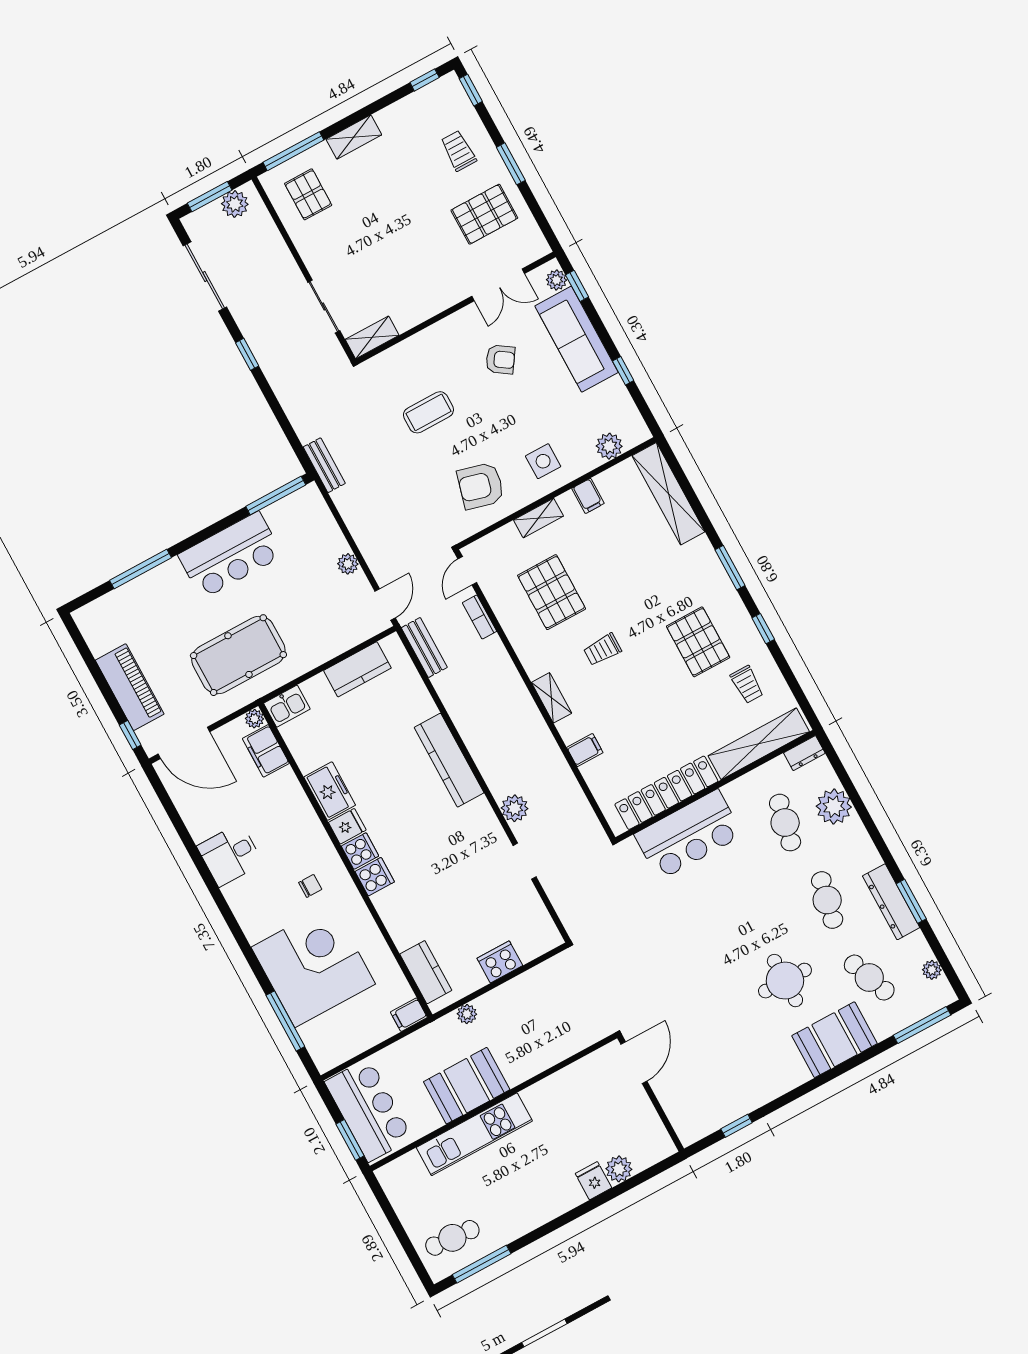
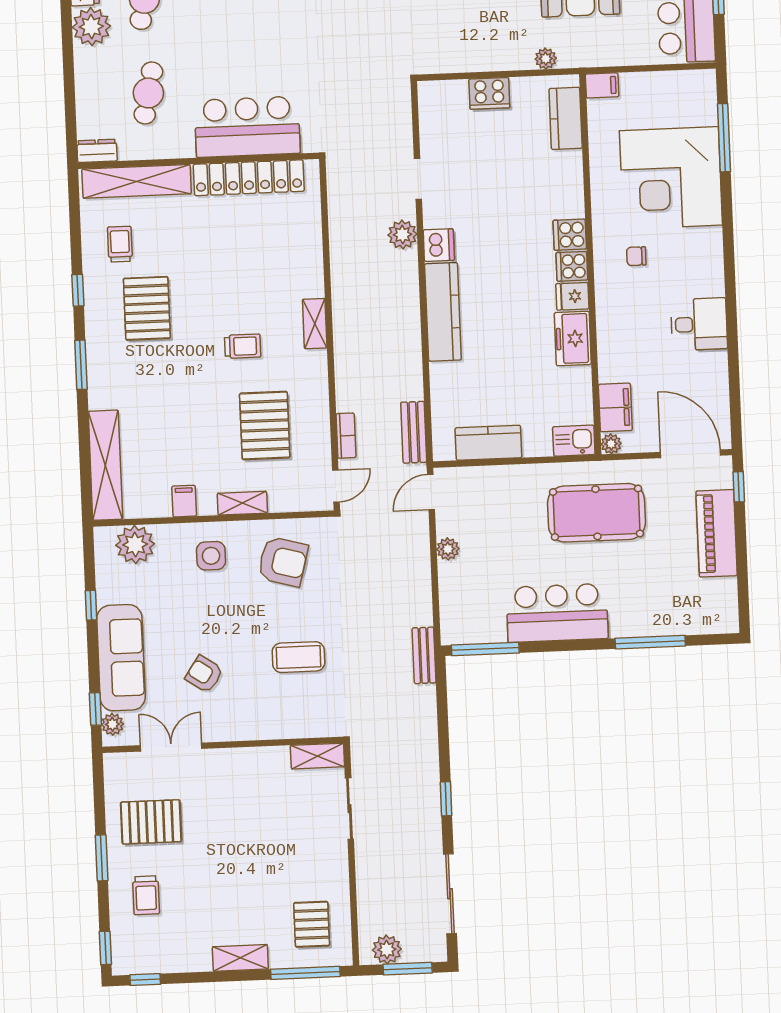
plant: (609, 446) -> (135, 545), width x1.36, depth x1.36
filing cabinet: (585, 750) -> (307, 257), removed
plant: (834, 807) -> (91, 27), moved
dishwasher: (480, 814) -> (439, 245), added

